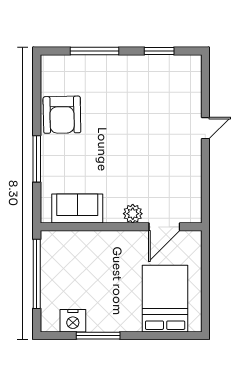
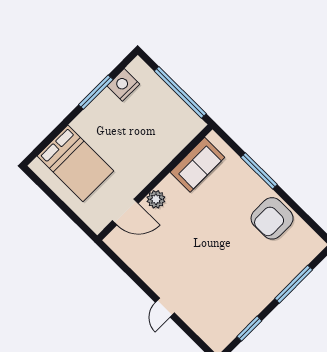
armchair: (62, 115) -> (272, 218), turned -89
door: (164, 227) -> (125, 212), swing flipped

